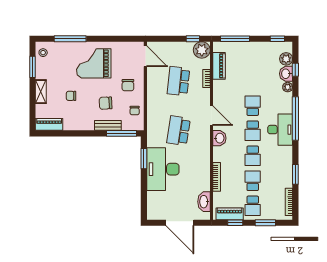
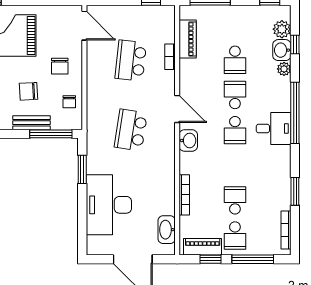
plant: (202, 50) -> (164, 17), removed
desk: (280, 130) -> (274, 129), width x0.73
school desk: (253, 156) -> (235, 60), moved
desk: (163, 169) -> (109, 205), moved
window: (265, 223) -> (253, 259), width x1.44

